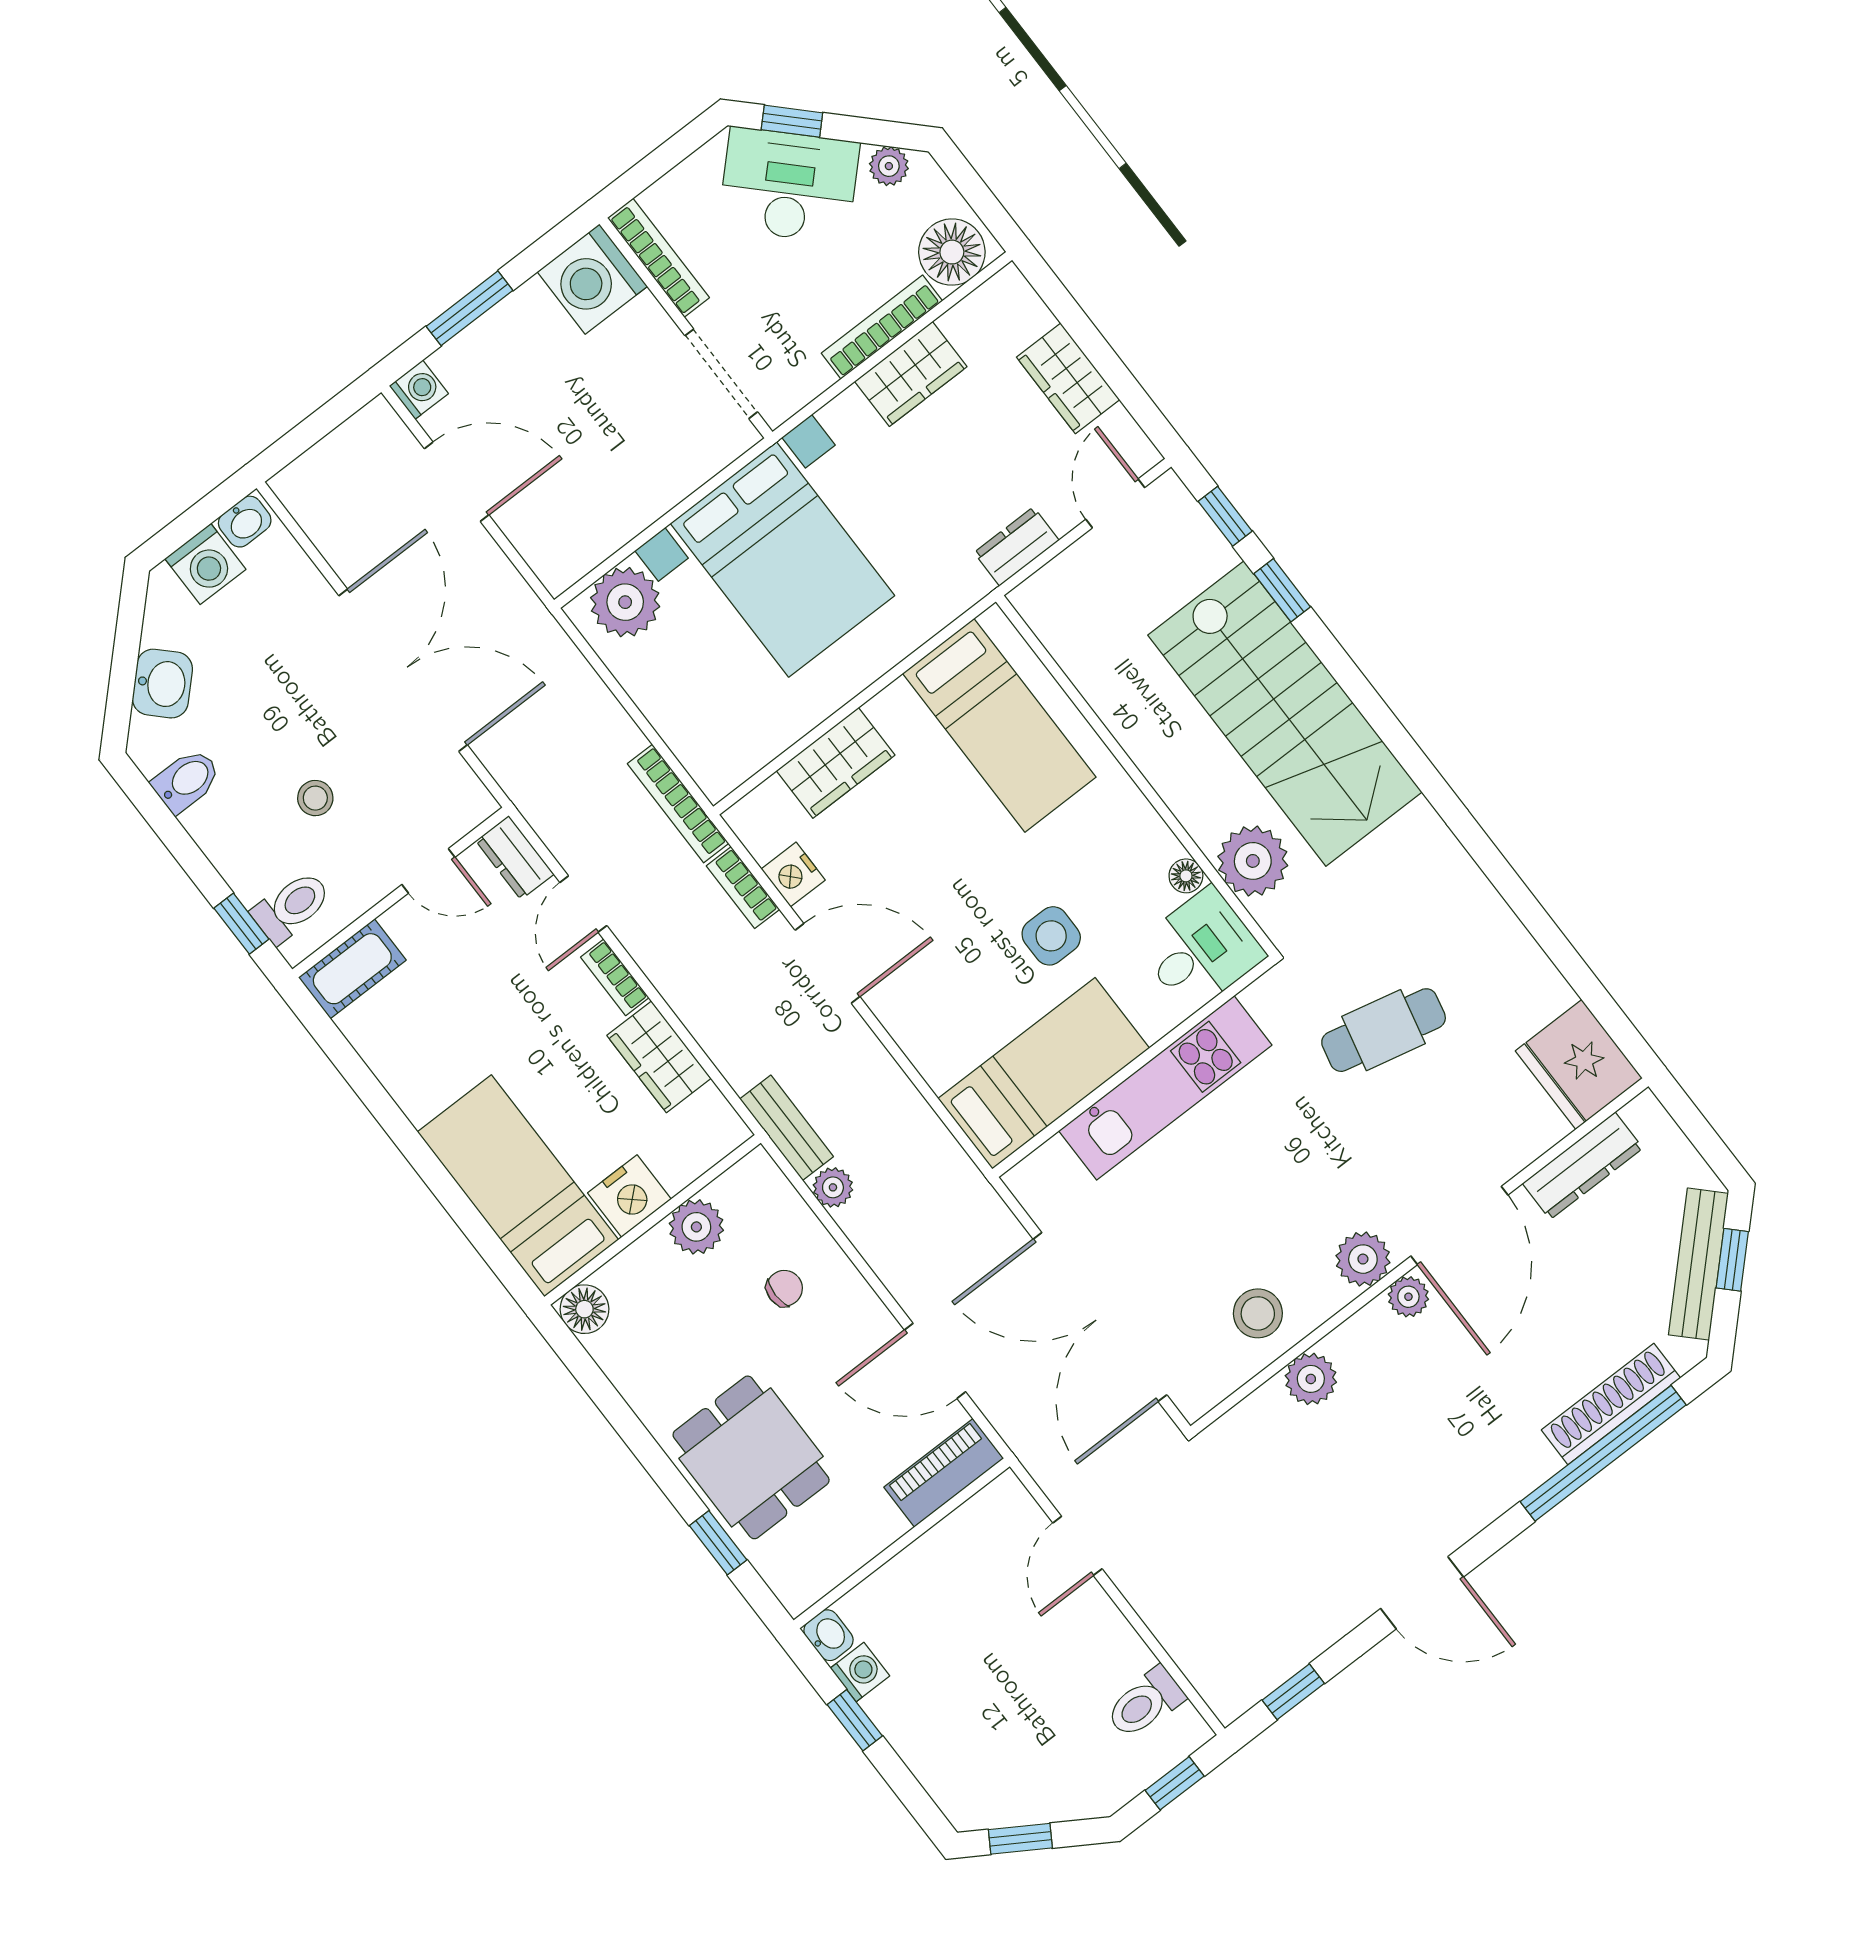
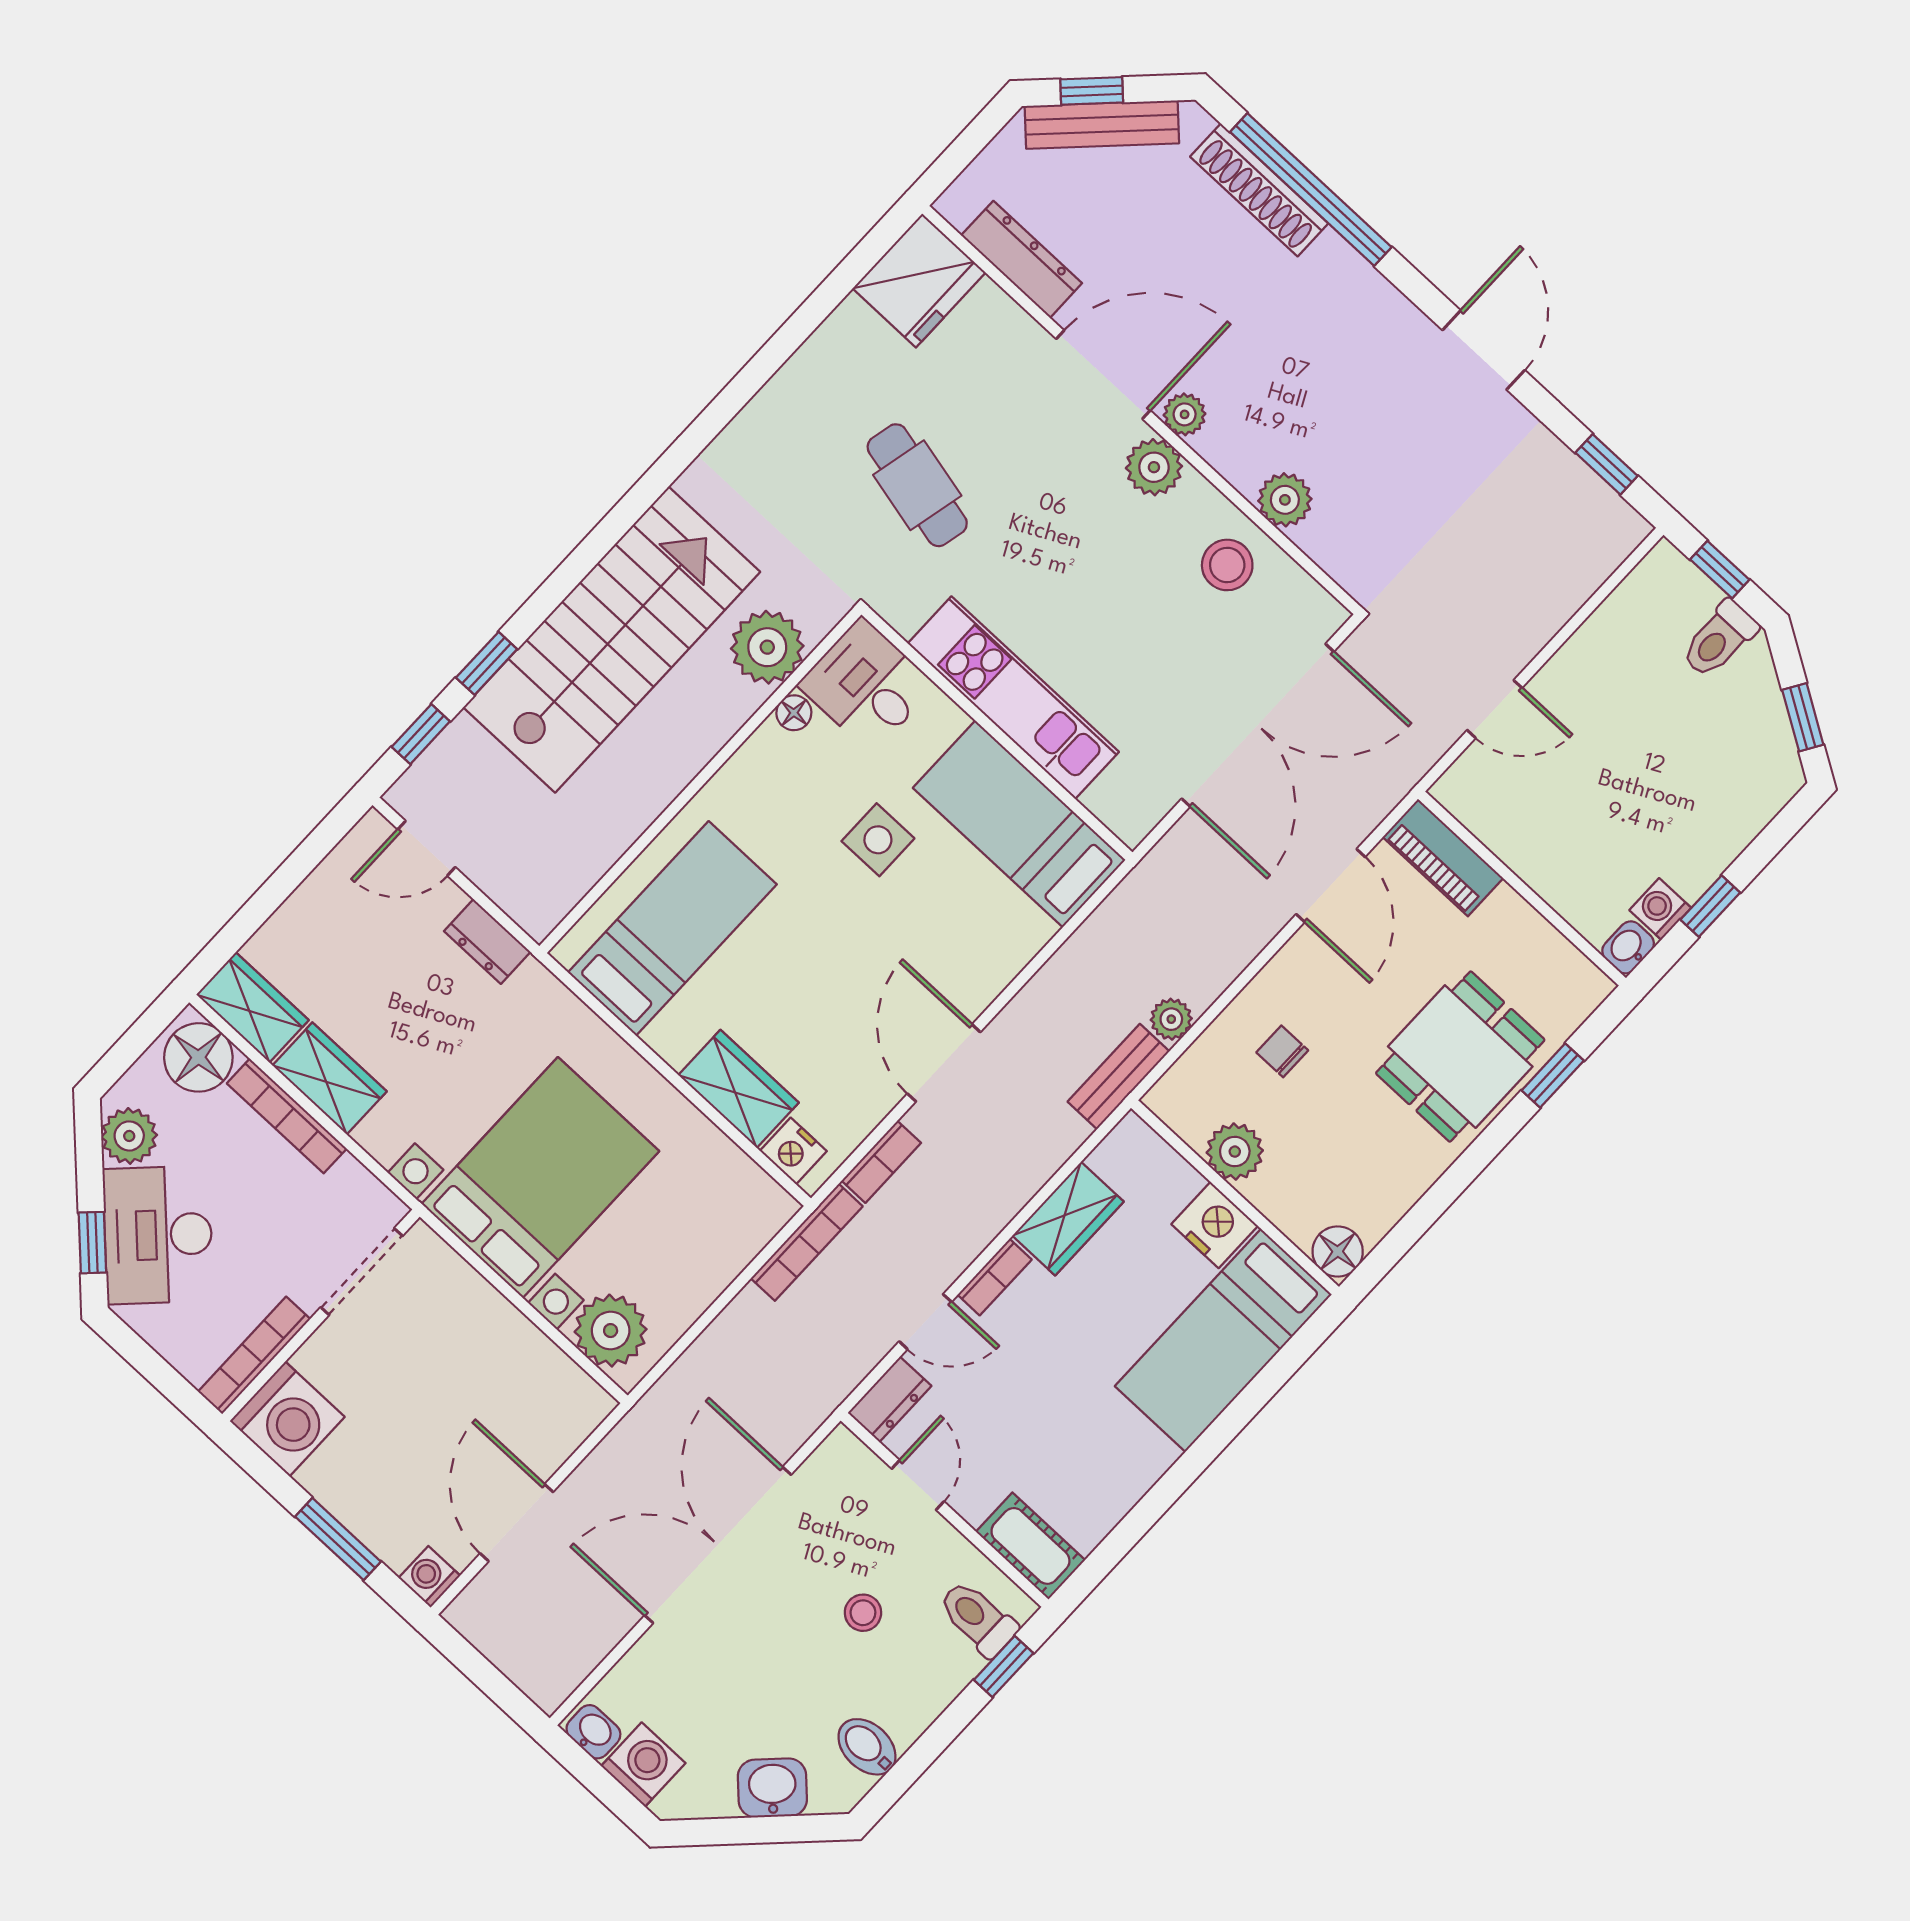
plant: (889, 166) -> (129, 1136), width x1.38, depth x1.38
wardrobe: (1068, 378) -> (252, 1007), moved, turned -90
nightstand: (793, 874) -> (793, 1151), moved, turned 90
toilet: (1145, 1703) -> (1719, 639), moved, turned 90

